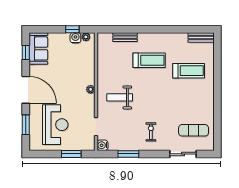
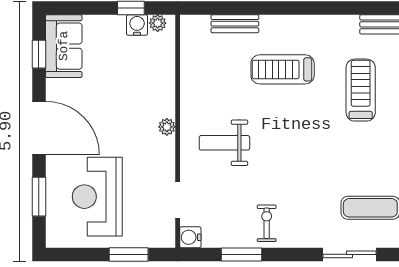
treadmill: (149, 60) -> (283, 69), turned 180
treadmill: (189, 71) -> (361, 90), turned -90
reception desk: (55, 125) -> (97, 197), turned 180
exercise bike: (151, 132) -> (267, 223), moved

